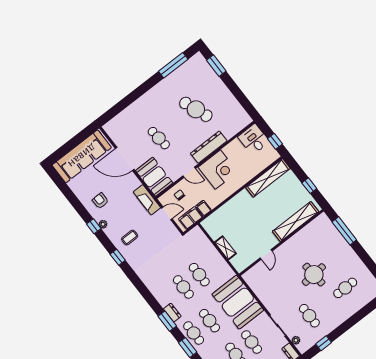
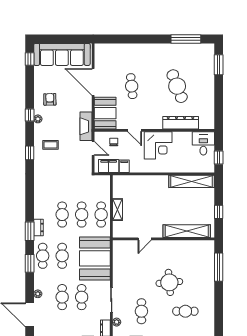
dresser: (209, 147) -> (181, 123), moved
window: (58, 181) -> (30, 59), added
cafe table: (215, 262) -> (101, 215), added

